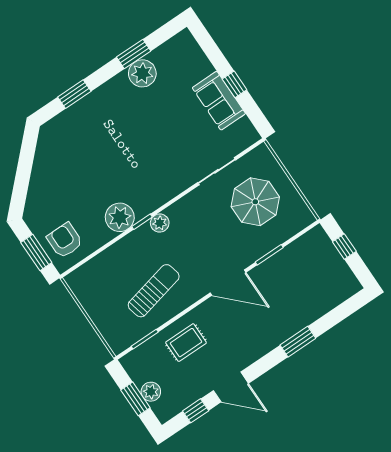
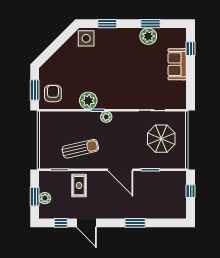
window: (235, 84) -> (191, 49), moved
sofa: (219, 101) -> (177, 64), moved
side table: (59, 134) -> (86, 38), added
rug: (186, 343) -> (79, 186), turned 90

